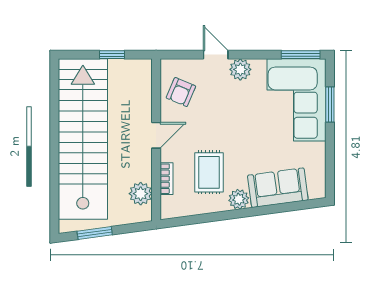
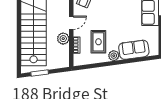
plant: (141, 194) -> (63, 39), moved

